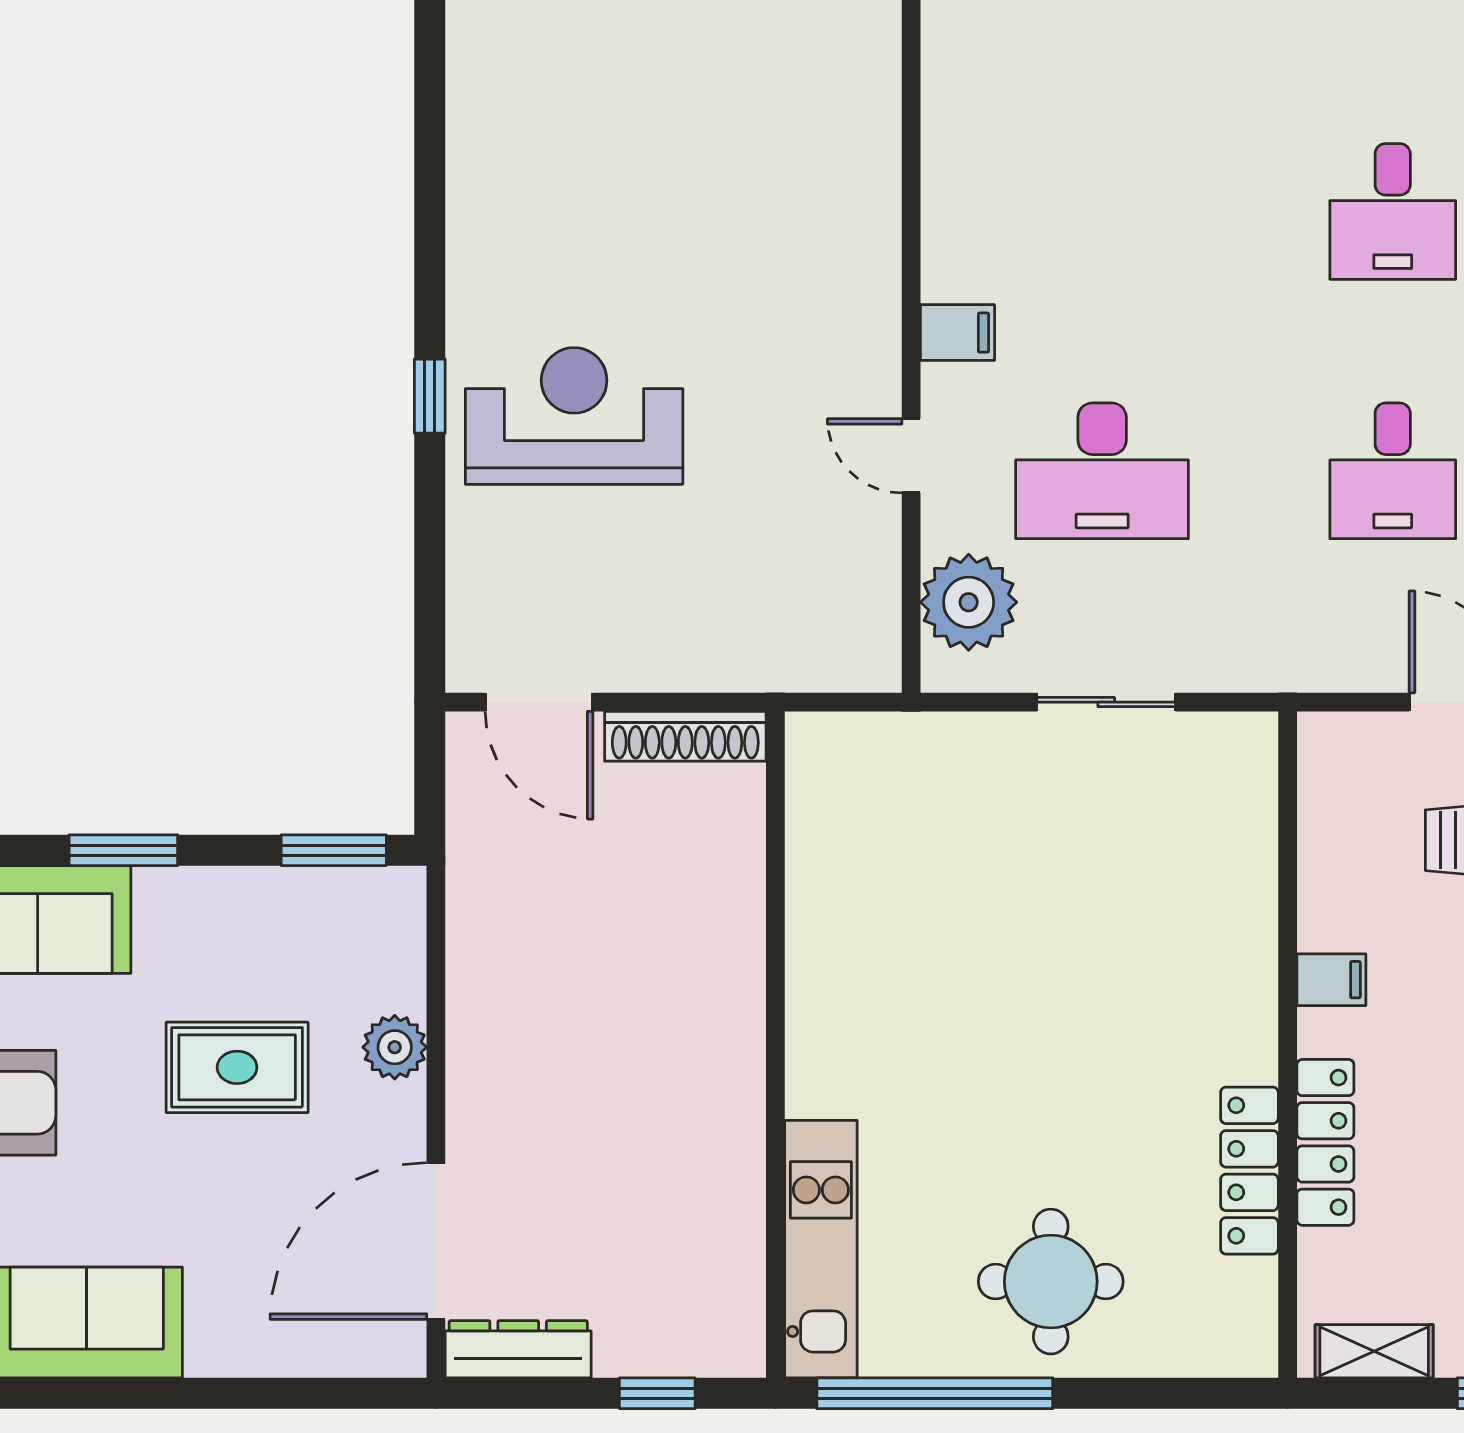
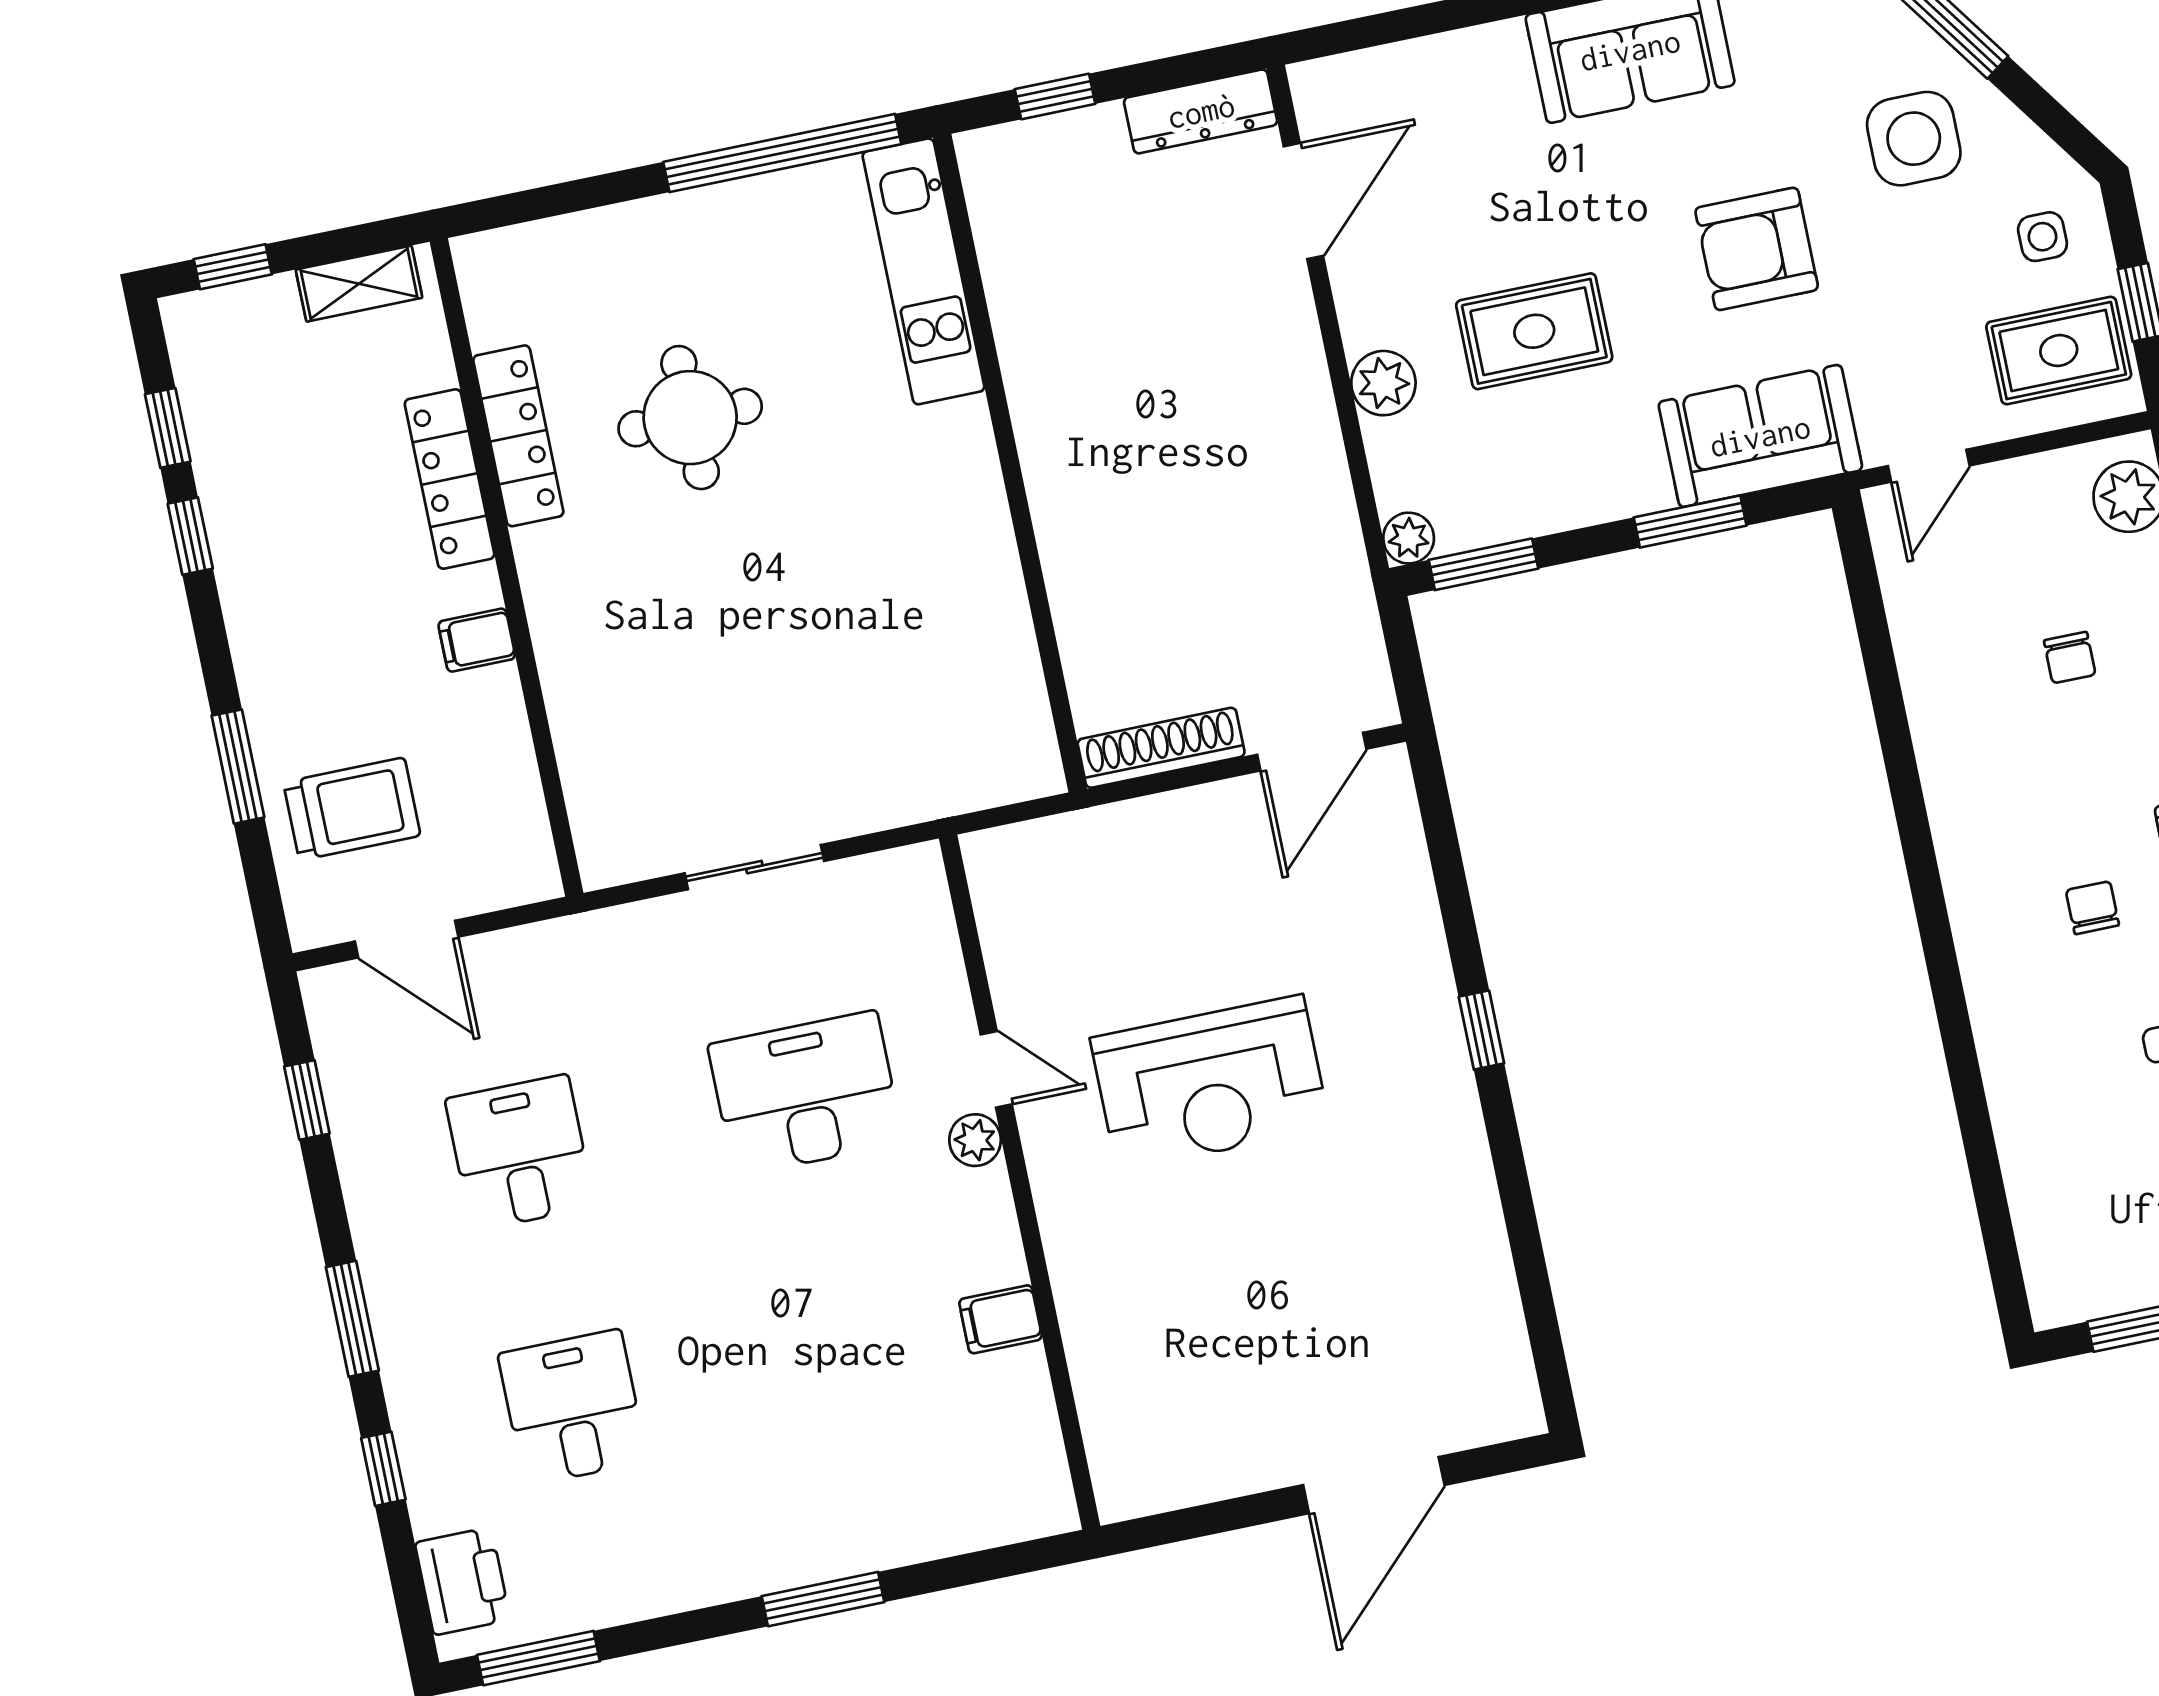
filing cabinet: (957, 333) -> (1001, 1319), moved
reception desk: (574, 416) -> (1210, 1083), moved
plant: (969, 602) -> (975, 1140), moved, width x0.53, depth x0.53
door: (539, 702) -> (1312, 752), swing flipped
plant: (401, 891) -> (1409, 538), added
door: (436, 1241) -> (1303, 201), width x0.73
round table: (1051, 1282) -> (690, 418), moved

